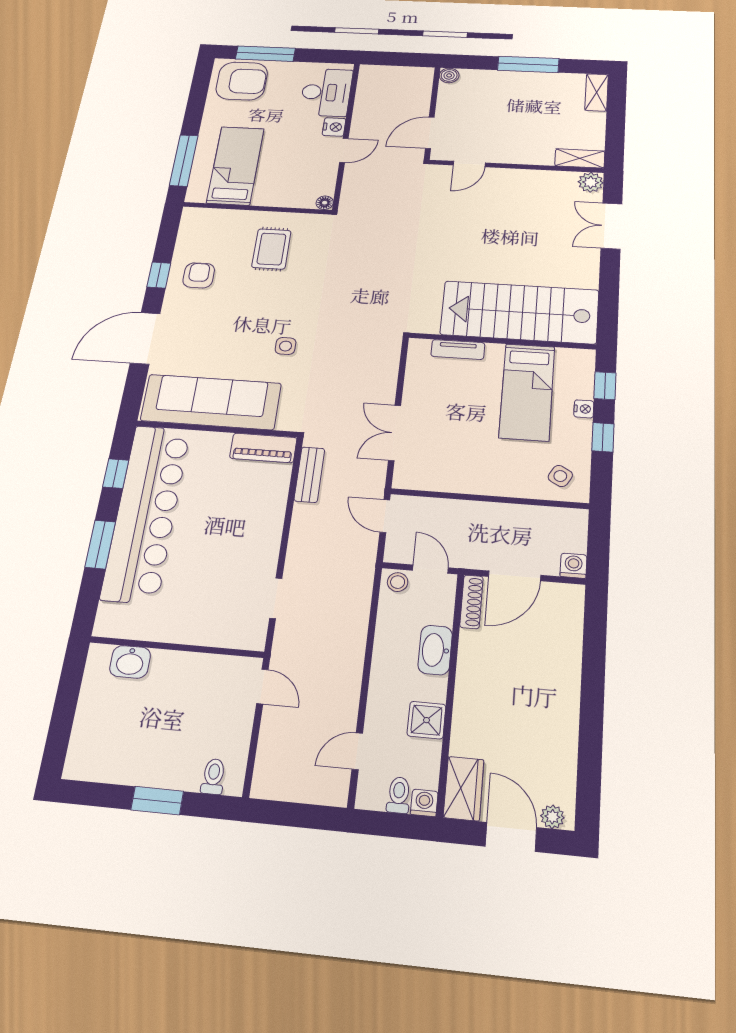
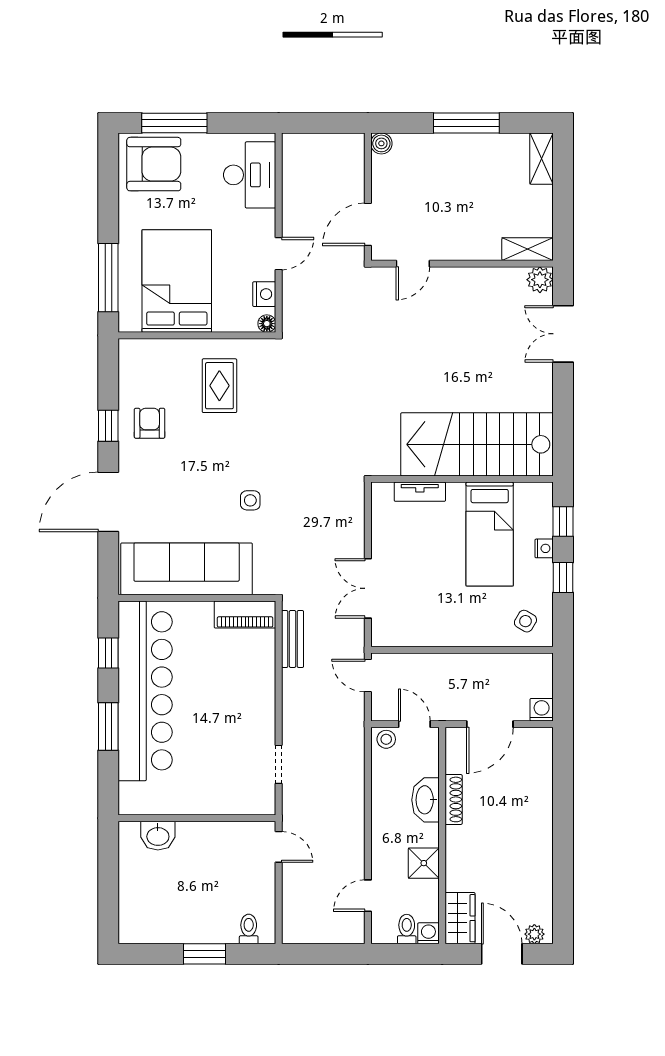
nightstand: (334, 127) -> (264, 294), moved
bed: (235, 166) -> (177, 281), width x1.50
shoe rack: (471, 602) -> (454, 799), moved

